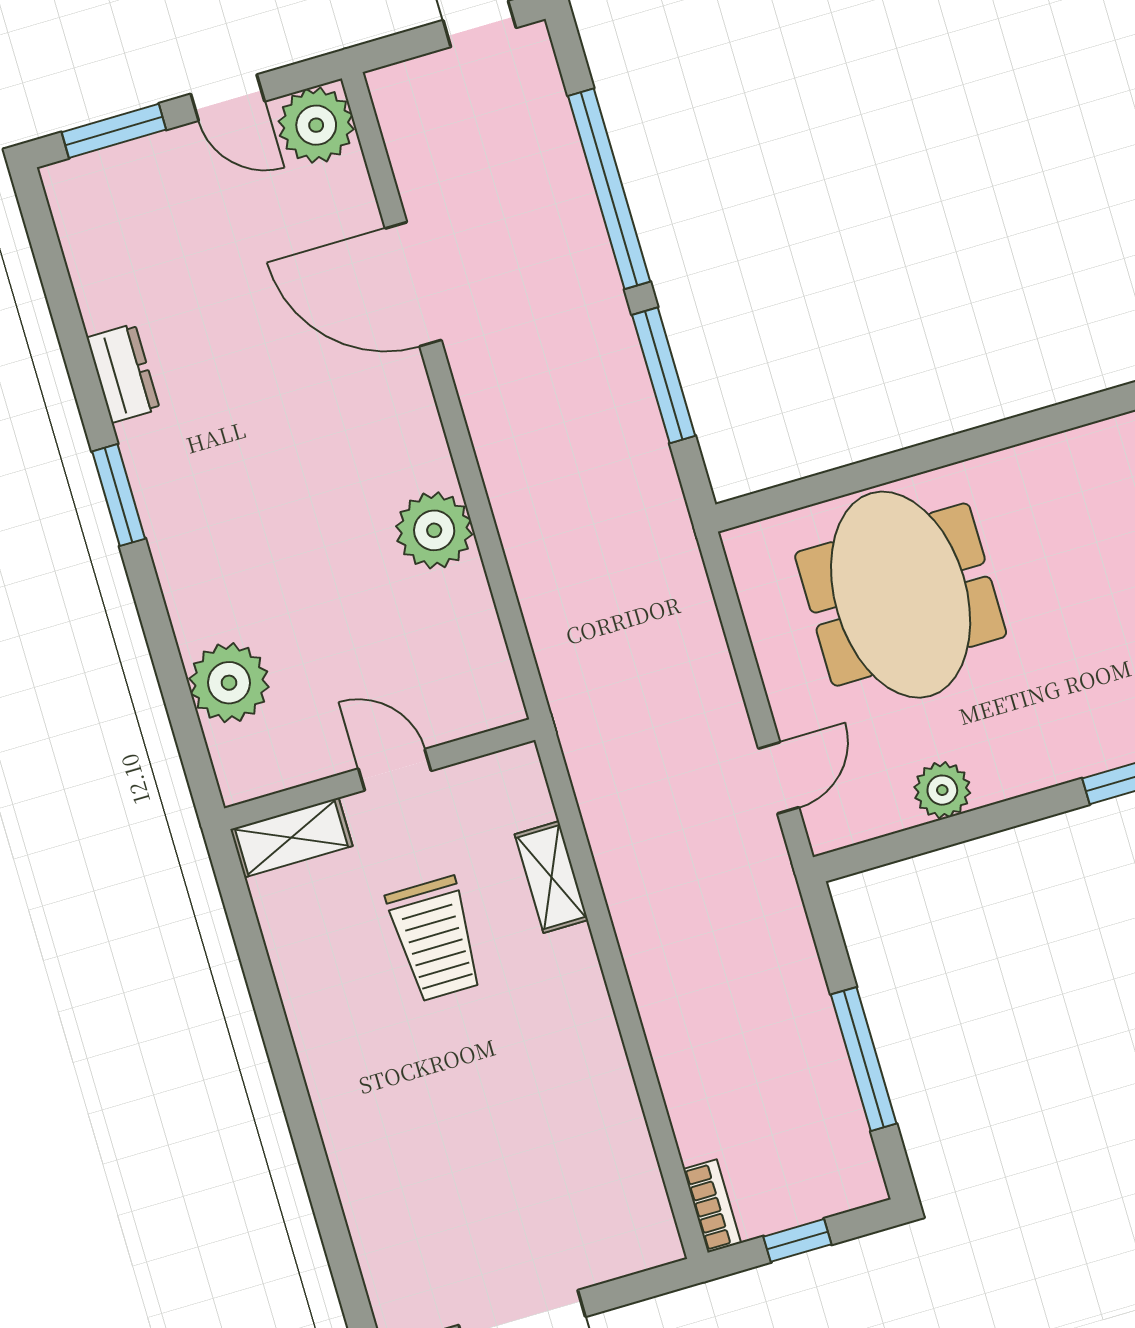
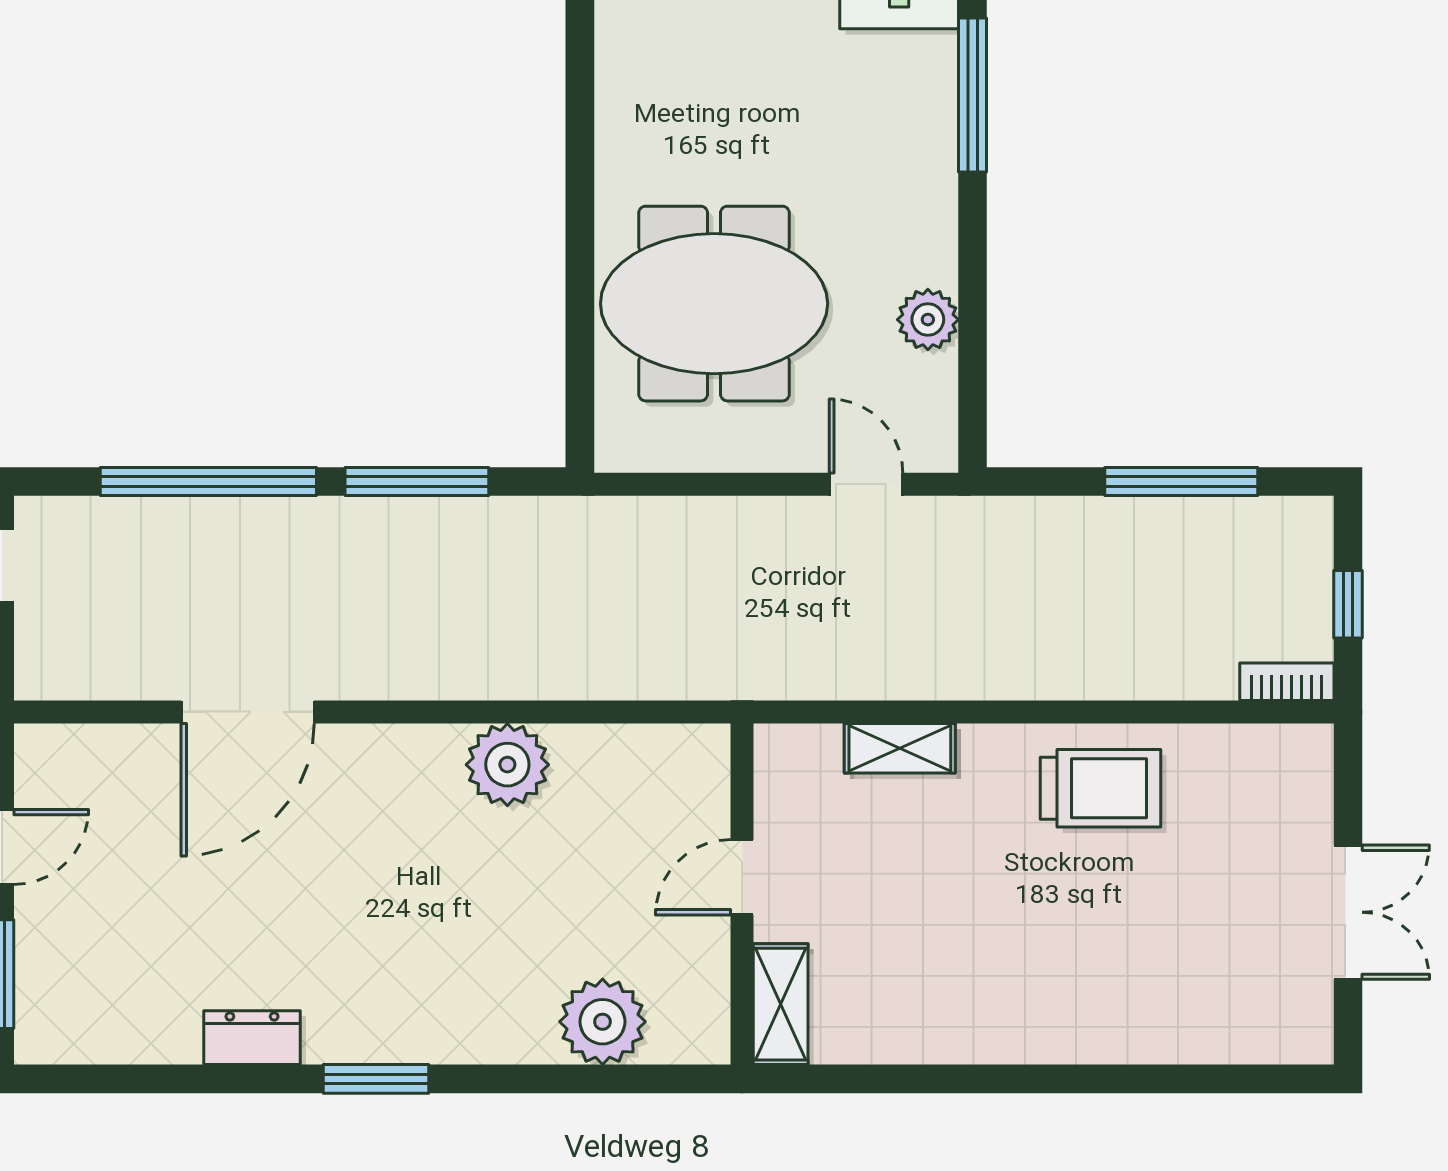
plant: (316, 125) -> (55, 764), removed
trolley: (435, 939) -> (1100, 788), moved

